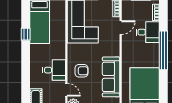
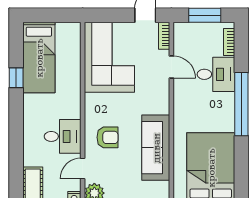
door: (121, 28) -> (171, 67), hinge flipped
door: (66, 90) -> (83, 169), swing flipped

